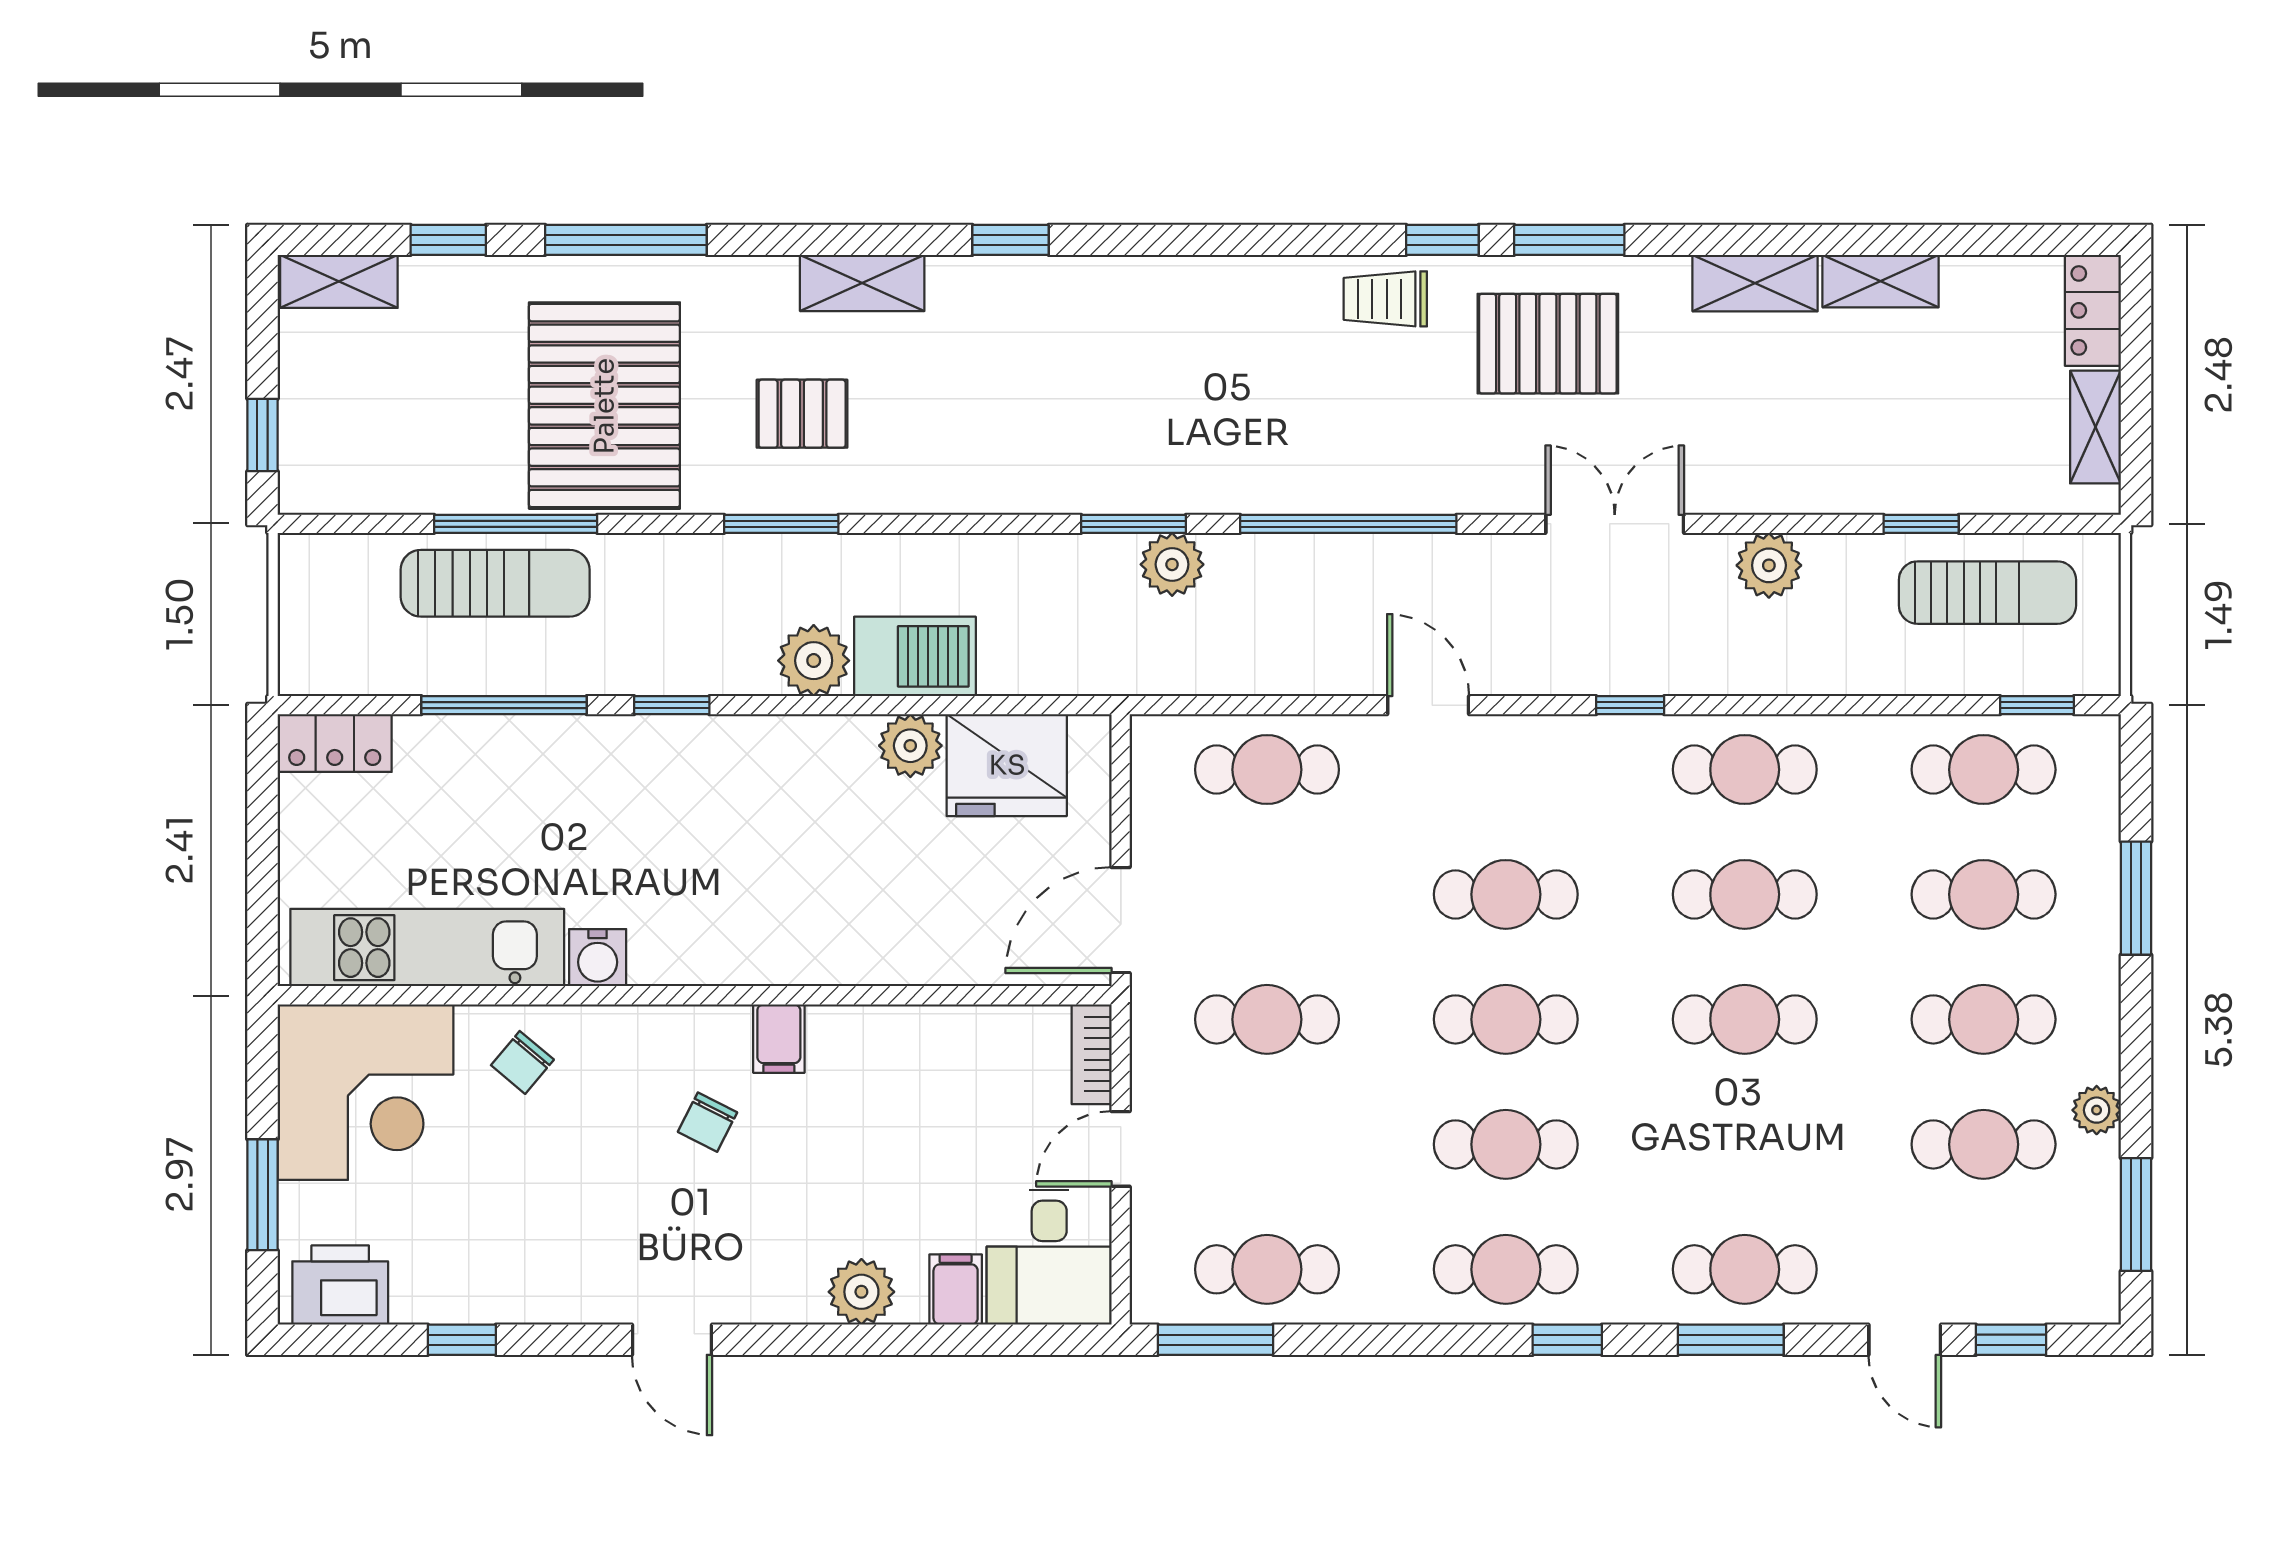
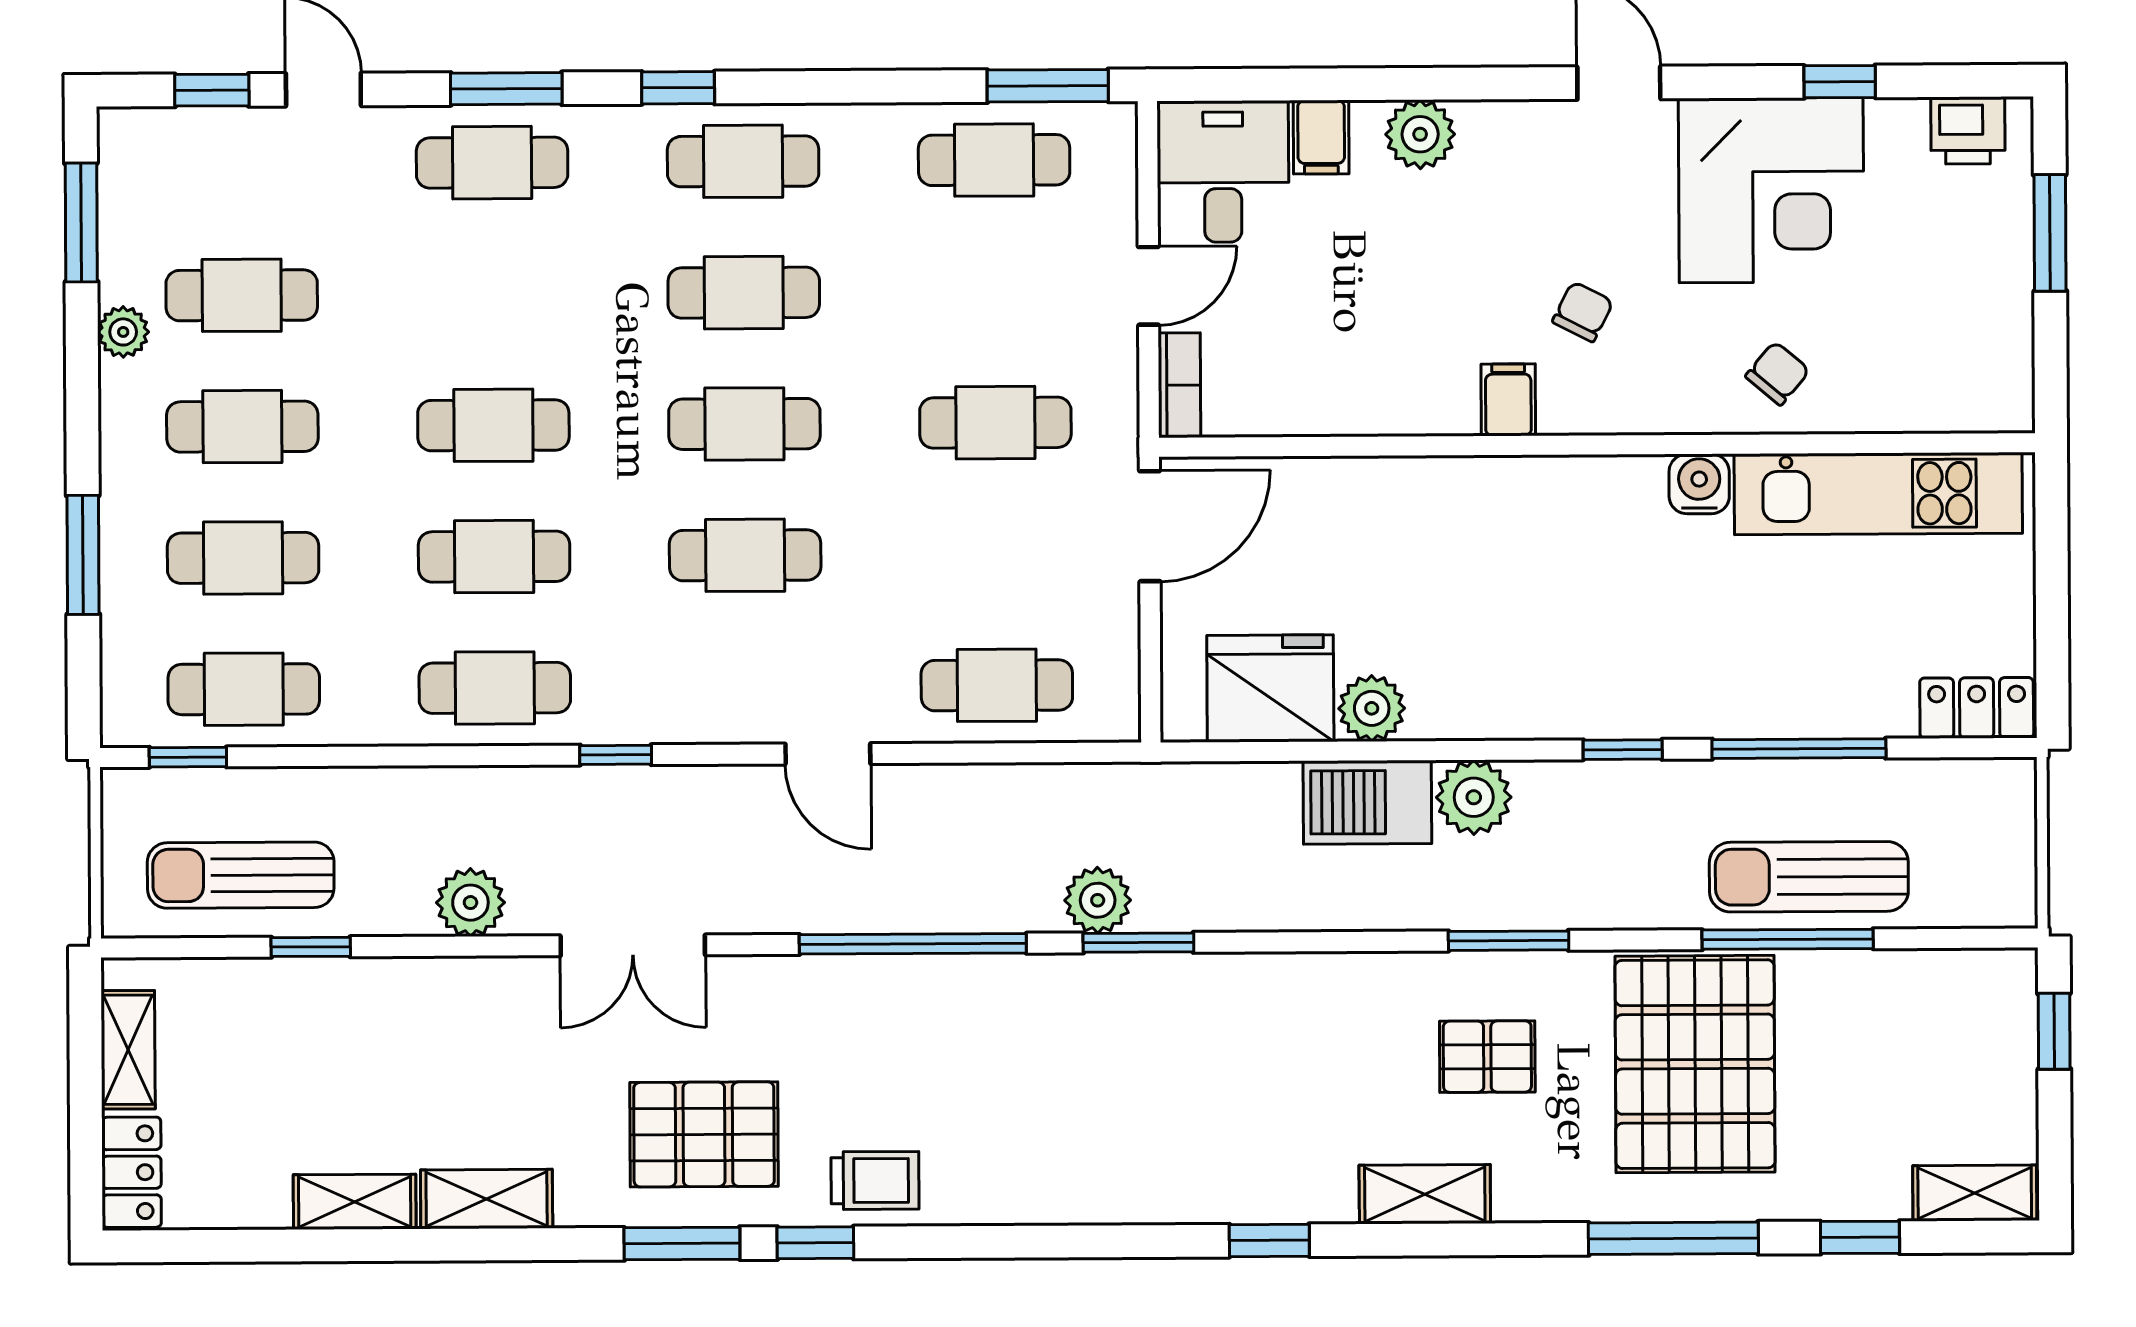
corner desk: (365, 1092) -> (1771, 190), moved, turned 180
printer: (340, 1285) -> (1968, 130), width x0.73, depth x0.81

